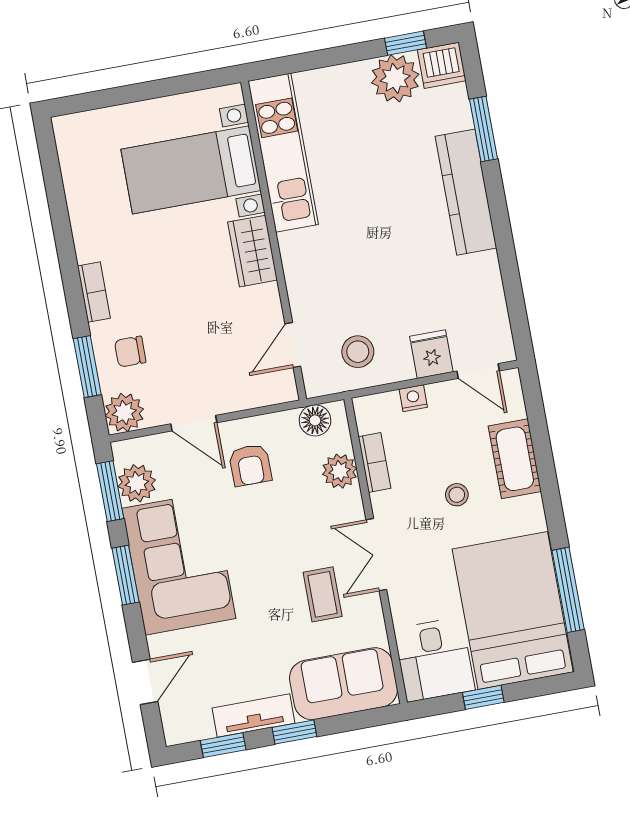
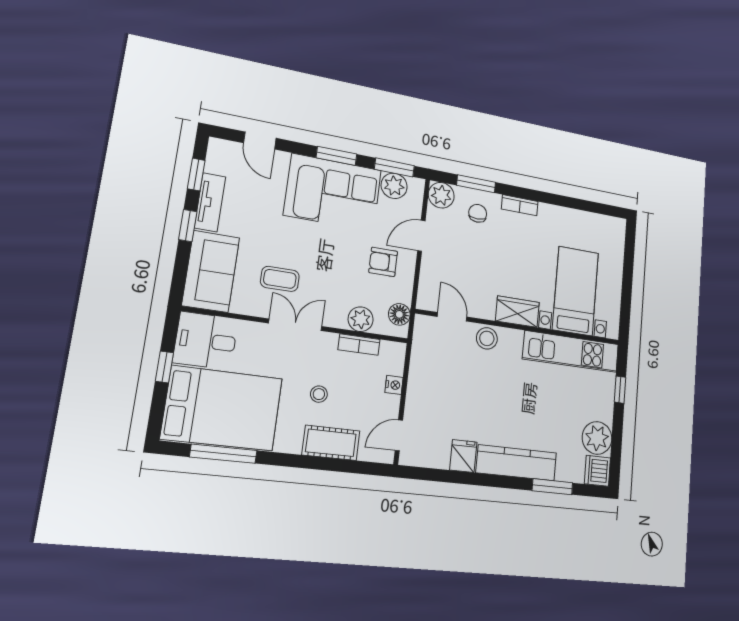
window: (406, 43) -> (620, 390), moved
stool: (358, 352) -> (487, 338), moved
fridge: (431, 354) -> (463, 456), moved, turned -90

